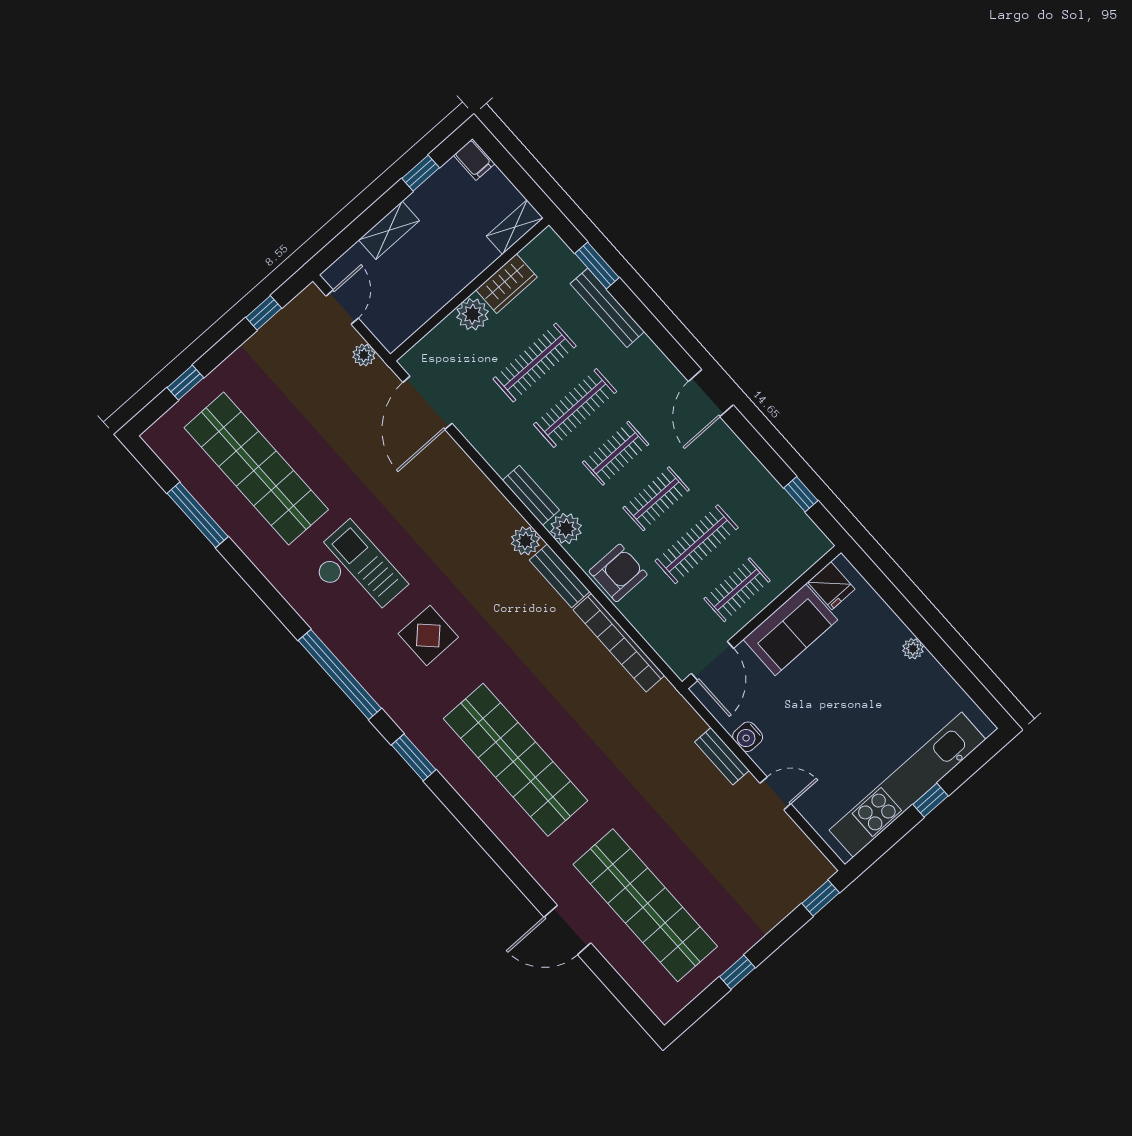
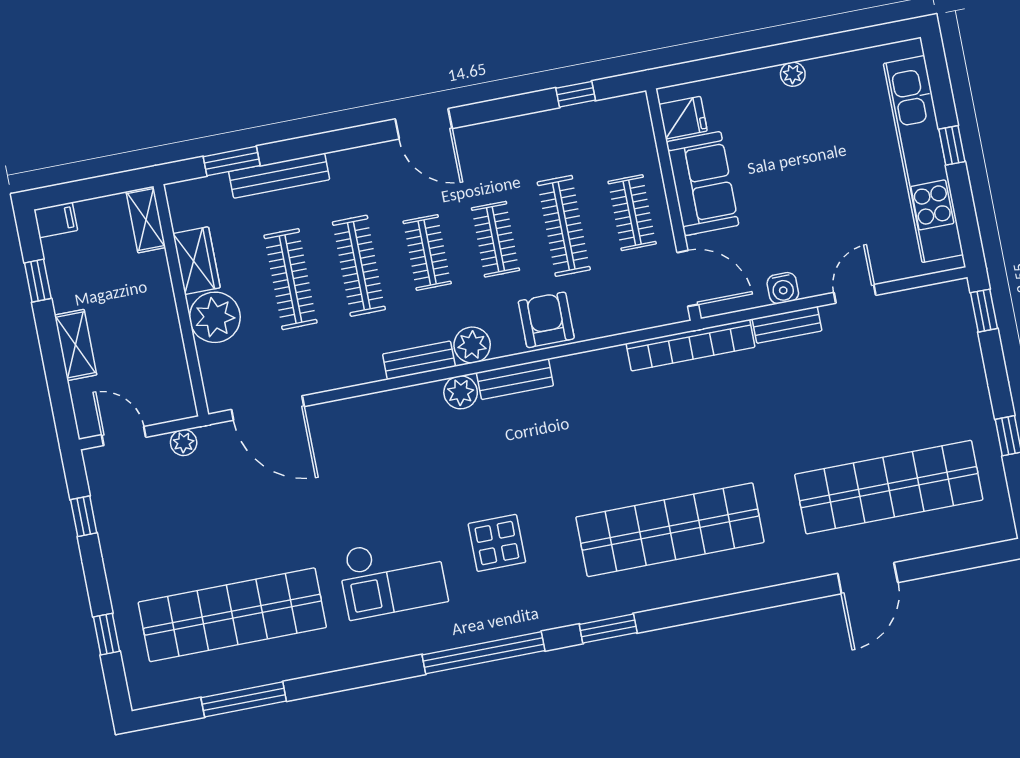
plant: (473, 314) -> (215, 317), width x1.36, depth x1.36
checkout: (356, 572) -> (392, 576), turned 180
bookcase: (619, 643) -> (690, 345), moved

